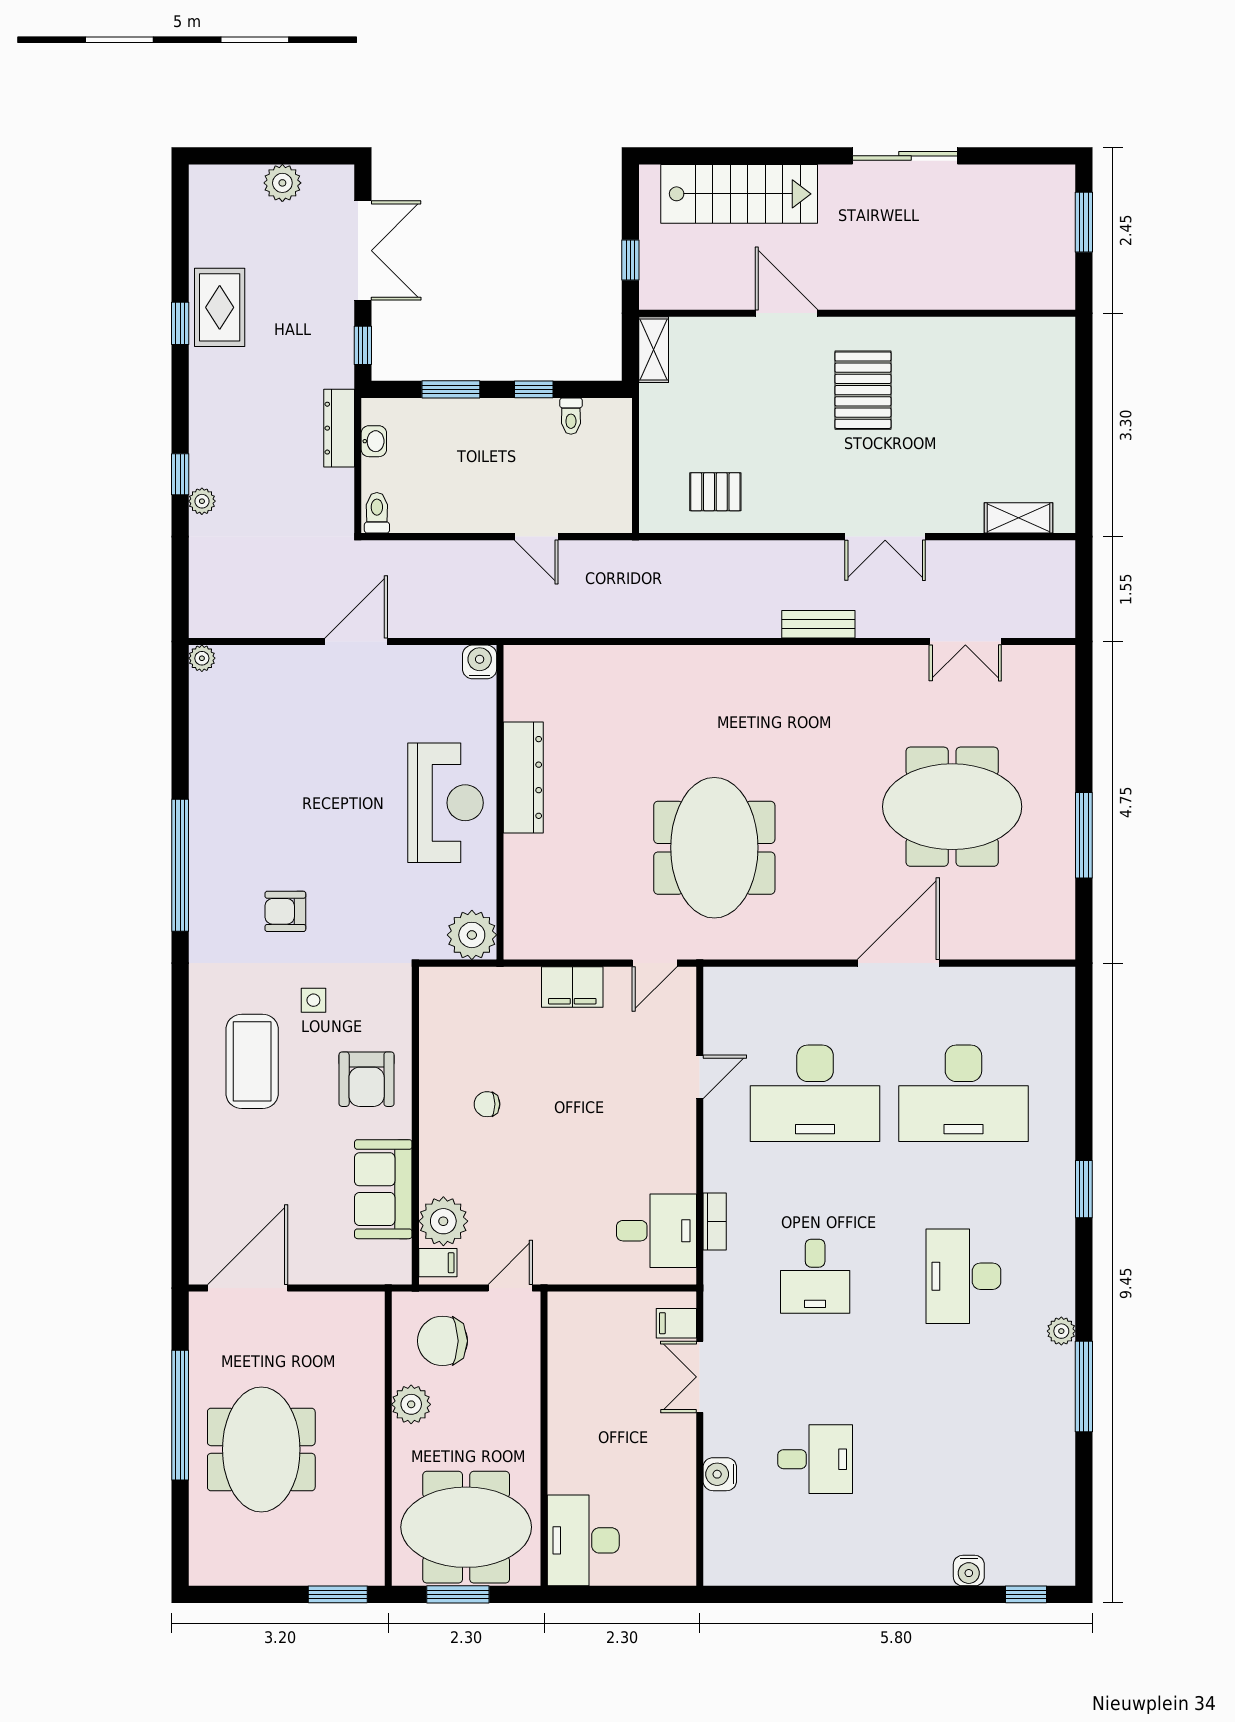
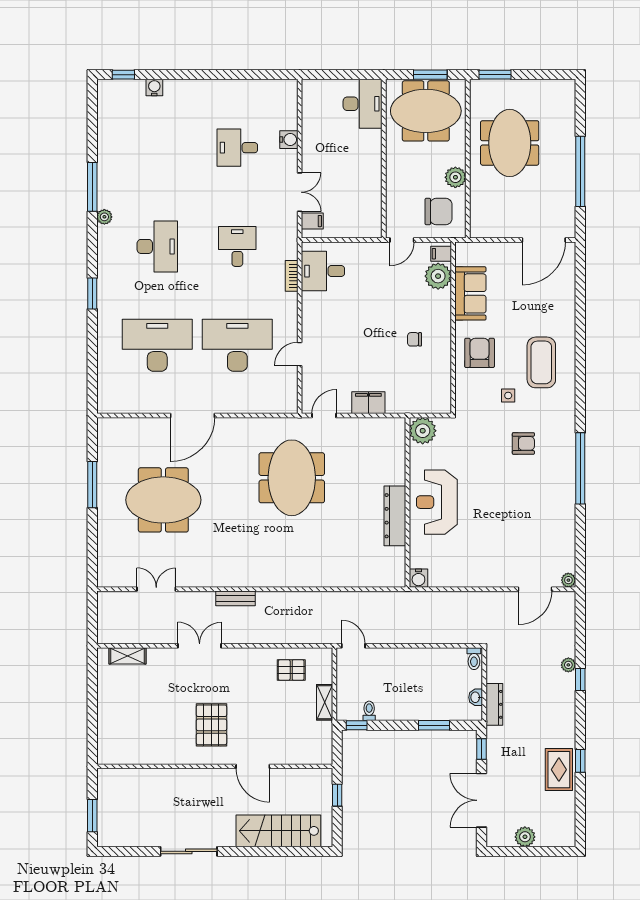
shelving: (654, 350) -> (325, 702), moved
window: (534, 389) -> (357, 725), moved
door: (536, 537) -> (353, 646), moved
door: (356, 642) -> (535, 589), moved
chair: (487, 1104) -> (414, 339), turned 180
meeting table: (261, 1449) -> (510, 143), moved

